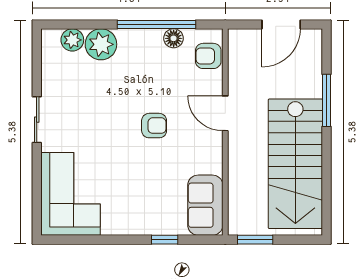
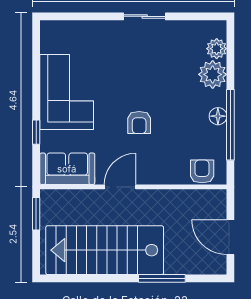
floor lamp: (174, 38) -> (218, 116), moved
door: (225, 113) -> (120, 187), moved
corner sofa: (71, 194) -> (67, 92), moved, turned -90

